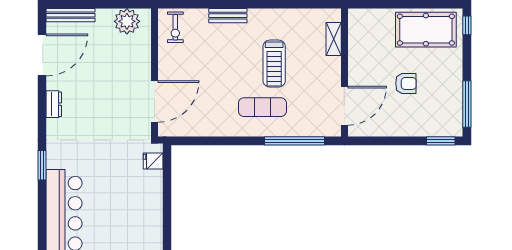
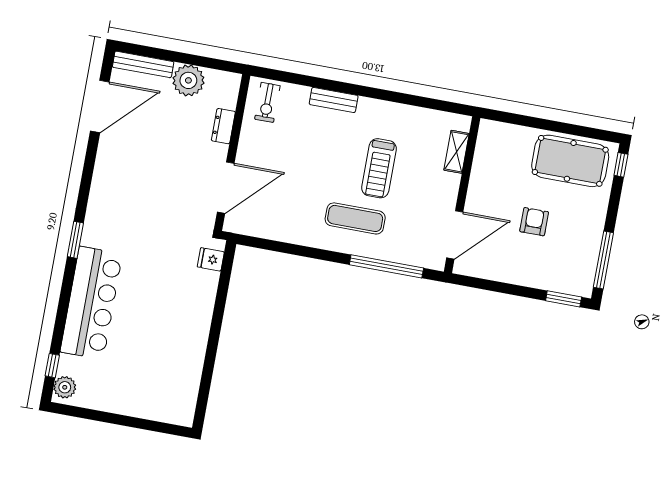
plant: (127, 21) -> (188, 80), moved
armchair: (406, 83) -> (534, 222), turned -90
dresser: (54, 104) -> (223, 126), moved, turned 180

